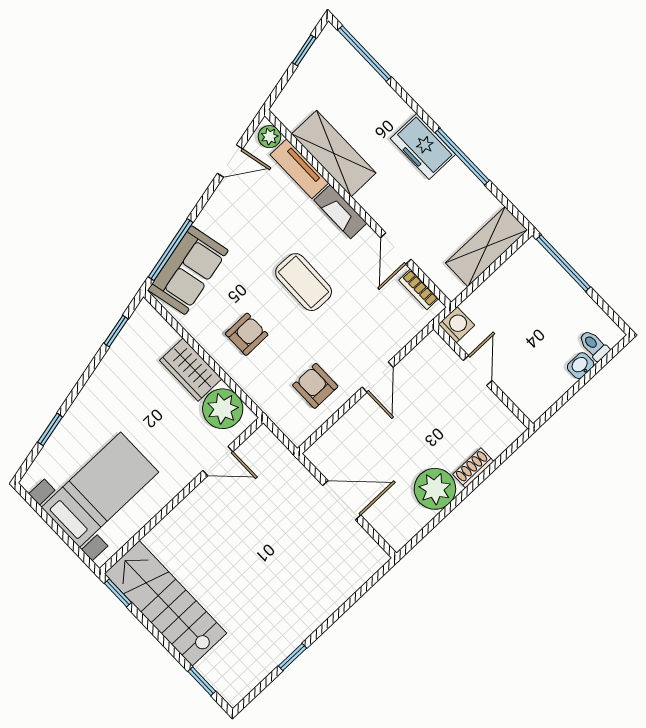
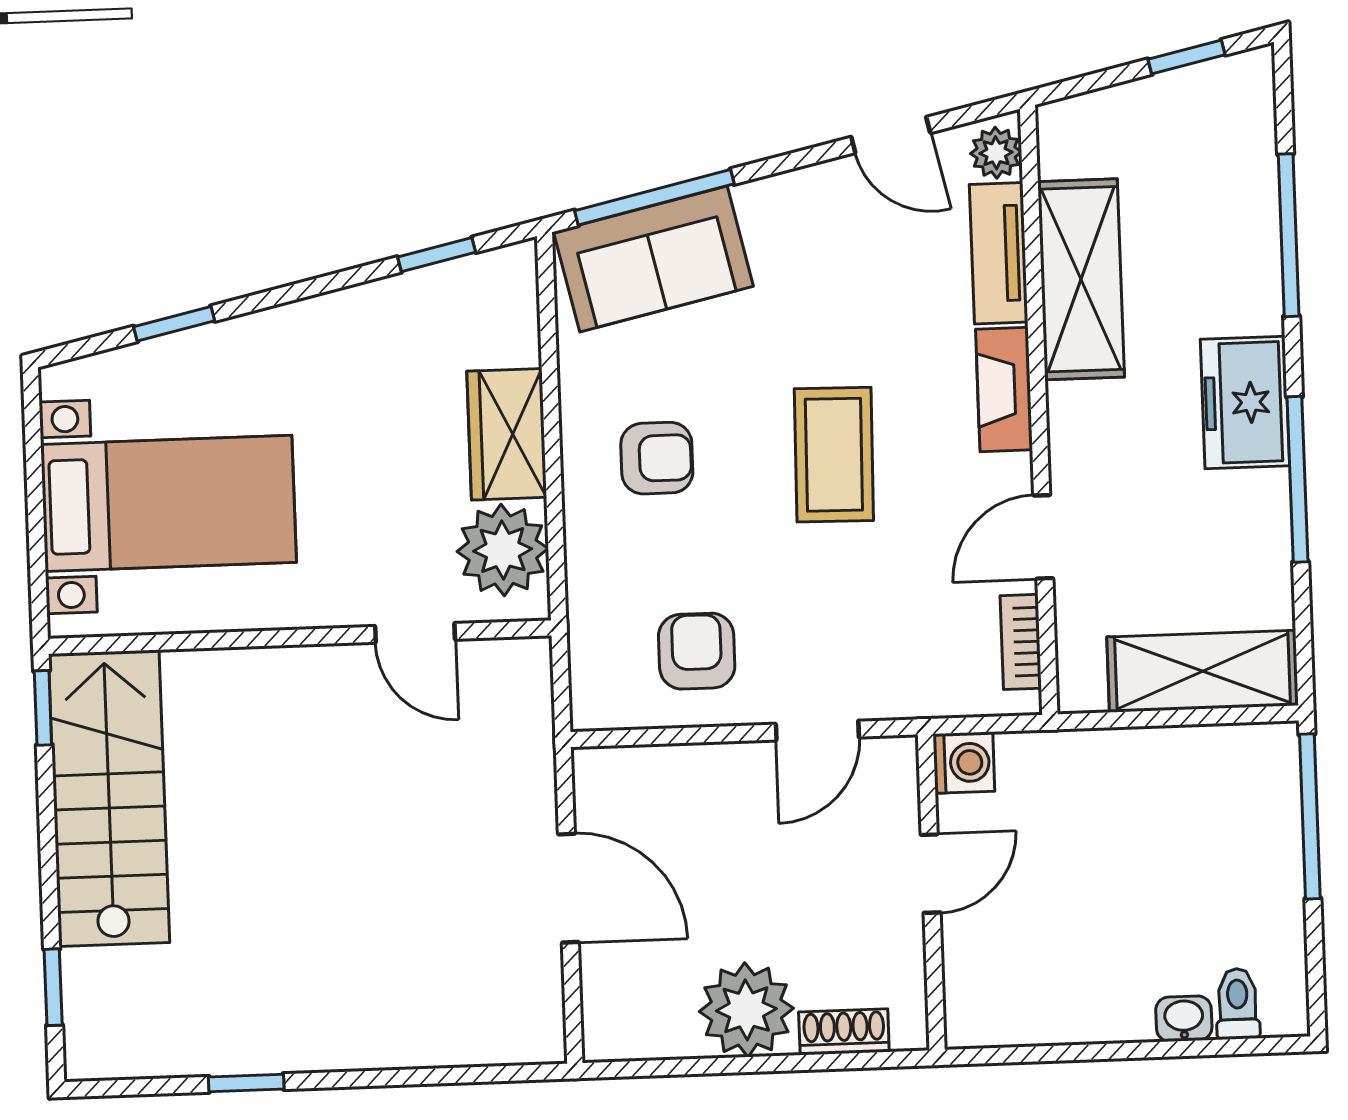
window: (364, 53) -> (1289, 235), moved
washing machine: (457, 325) -> (964, 763), moved
door: (478, 371) -> (931, 874), moved
wall: (483, 376) -> (931, 892), moved

